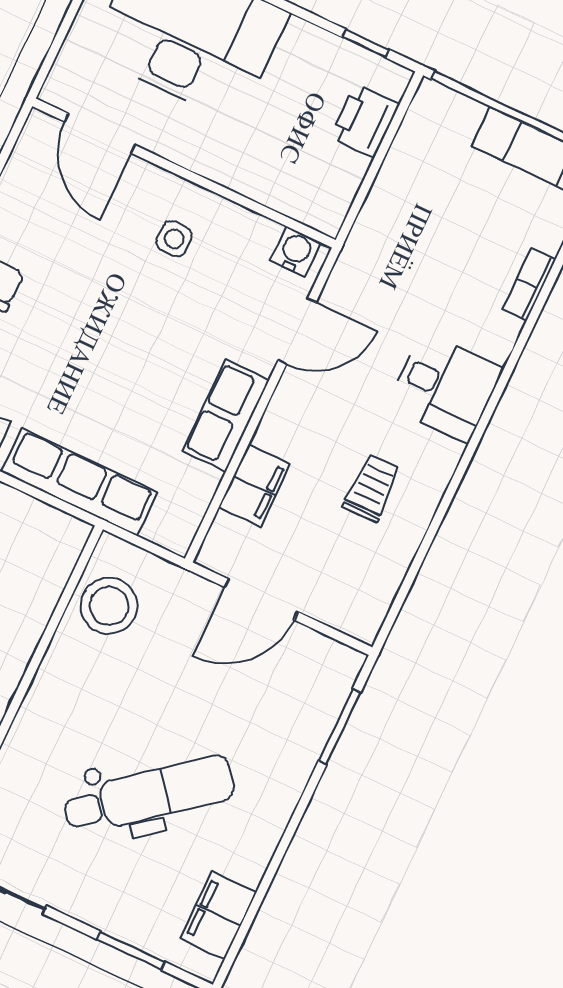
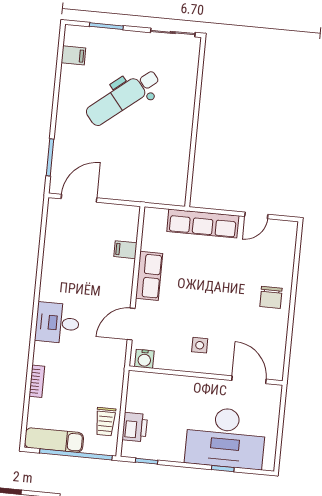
filing cabinet: (255, 486) -> (125, 250), width x0.50
trolley: (372, 488) -> (105, 422), moved
door: (261, 600) -> (79, 198), moved
stool: (109, 606) -> (170, 174), removed
filing cabinet: (218, 916) -> (73, 55), width x0.50

